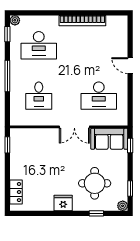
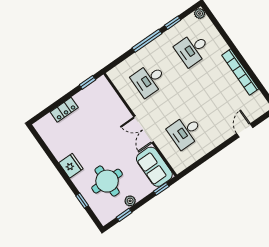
window: (7, 34) -> (173, 23), moved
desk: (39, 45) -> (193, 49), width x0.73
door: (130, 66) -> (245, 130), moved
desk: (99, 96) -> (185, 132), width x0.73
locker: (16, 192) -> (64, 110), moved
plant: (123, 206) -> (130, 201), moved

